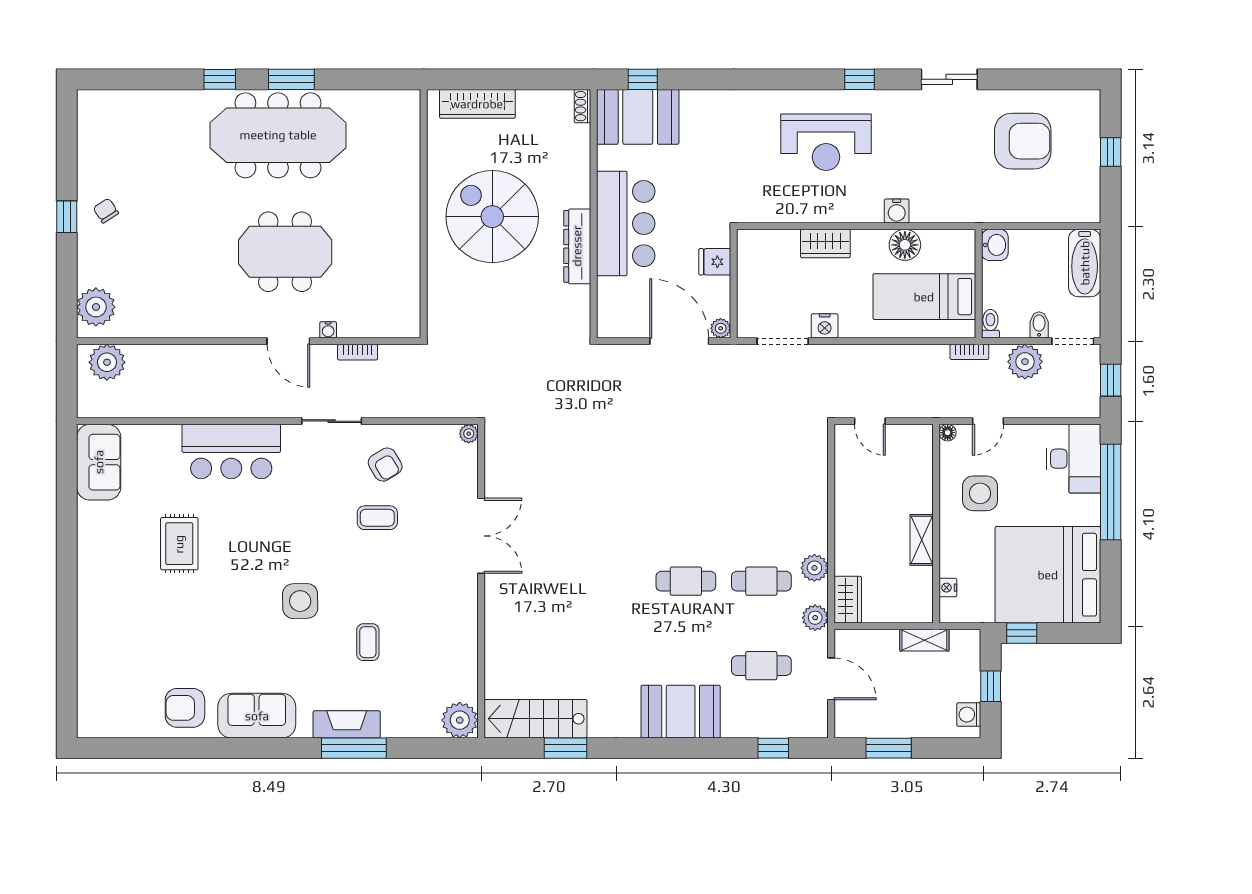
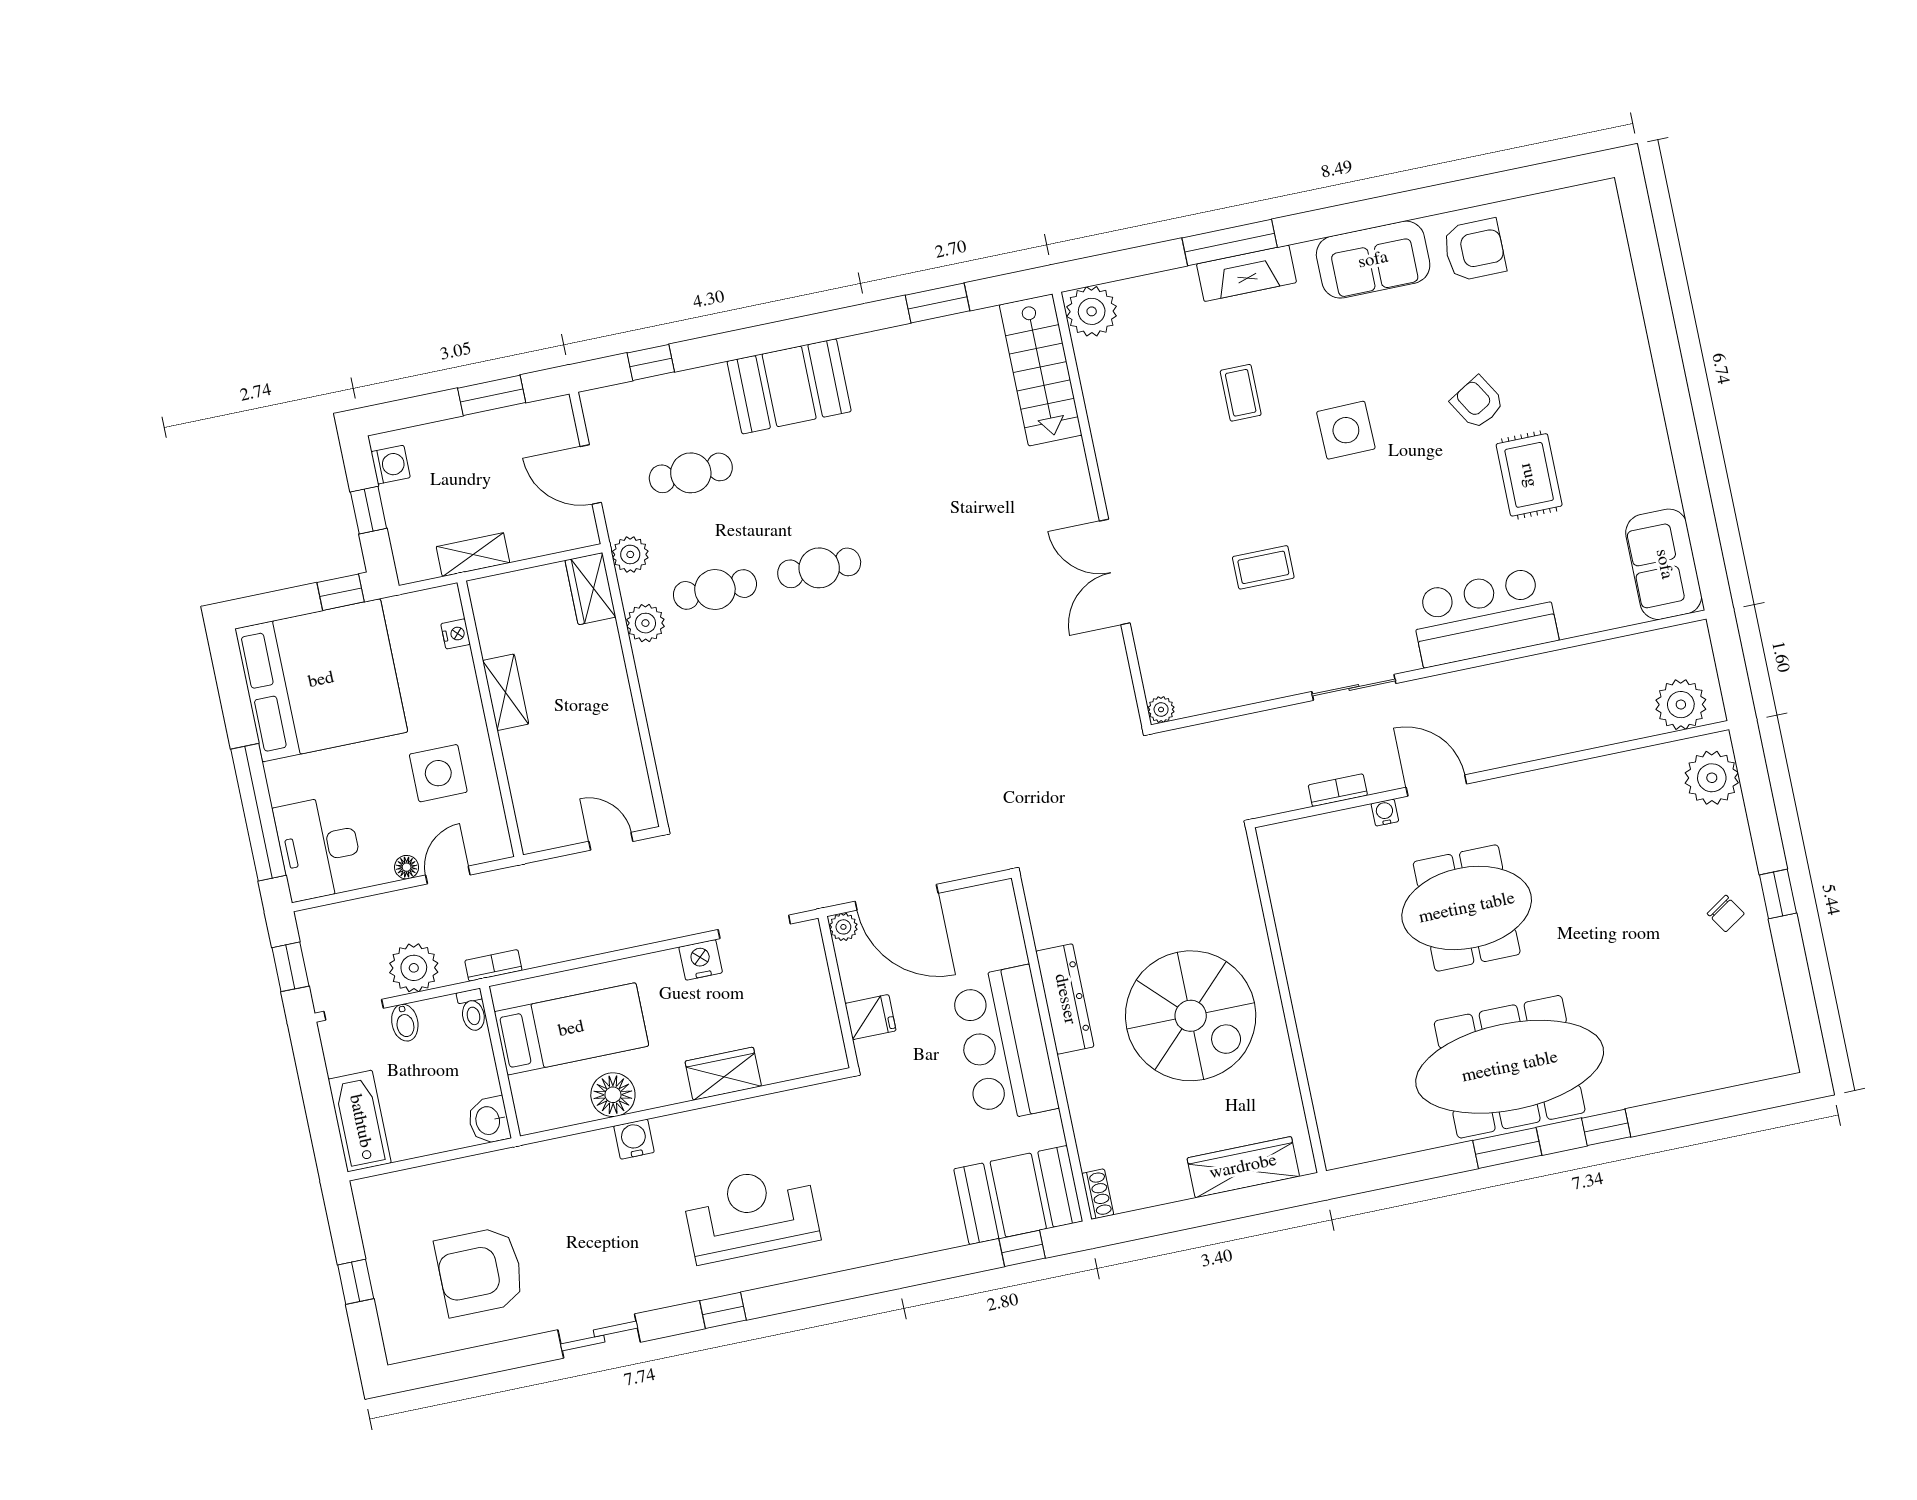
floor lamp: (948, 433) -> (407, 867), moved
armchair: (385, 465) -> (1477, 403), moved
stairs: (535, 719) -> (1041, 370), moved, turned 90

